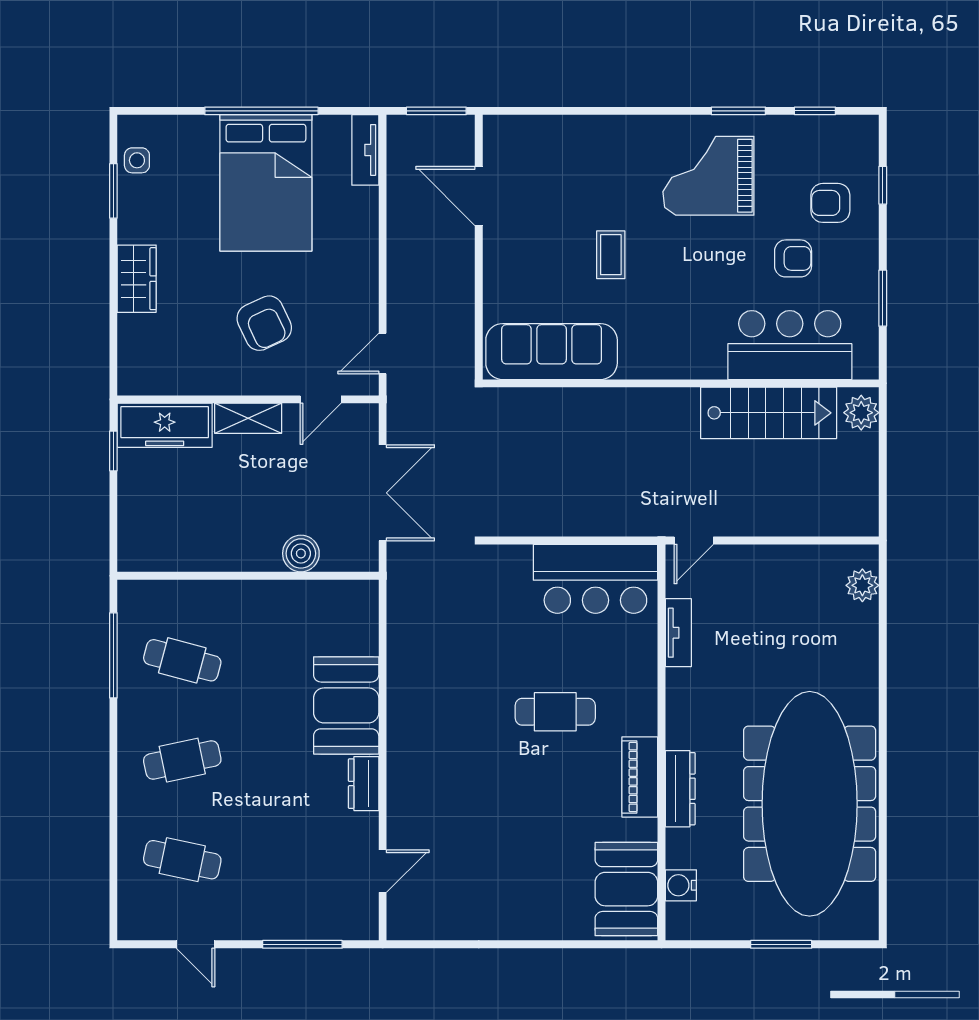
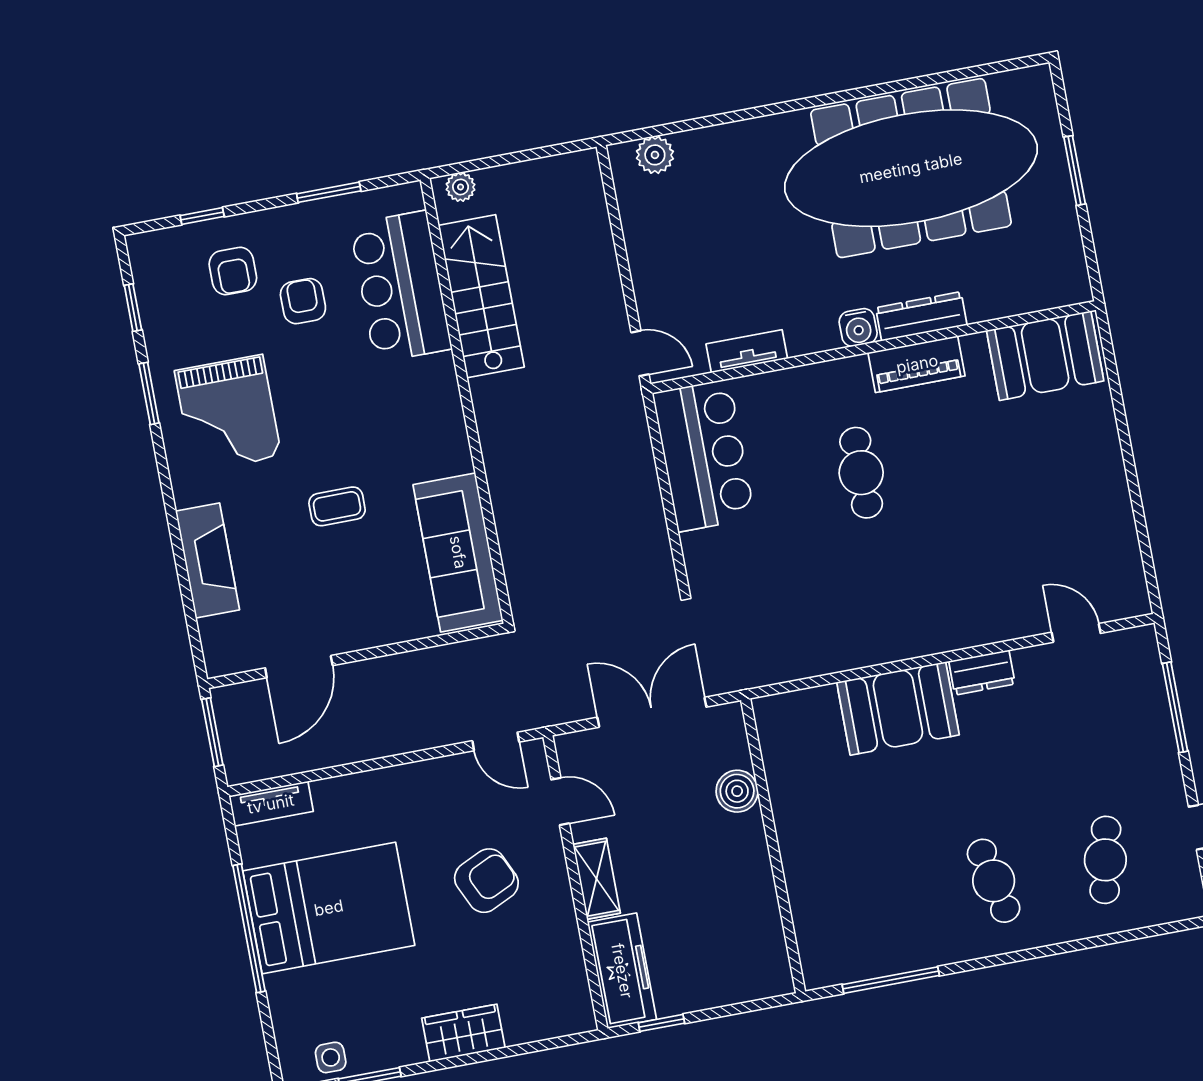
fireplace: (585, 134) -> (207, 561), added
plant: (861, 413) -> (461, 187), width x0.73, depth x0.73
cafe table: (182, 660) -> (882, 902), removed
water cooler: (681, 885) -> (858, 327), moved

